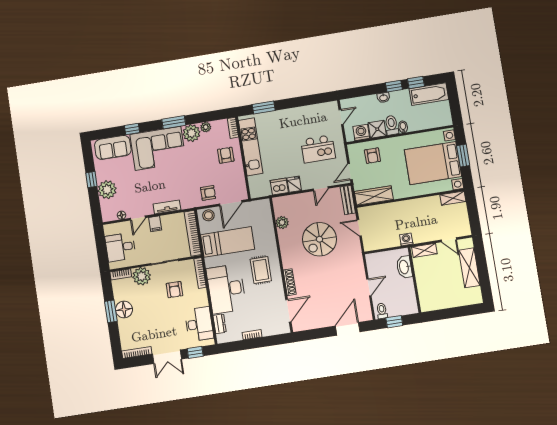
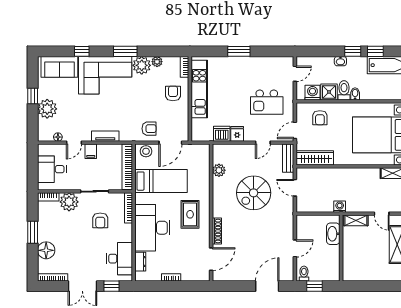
window: (264, 107) -> (239, 51), moved
floor lamp: (124, 309) -> (46, 250), moved

